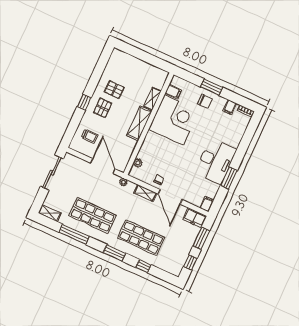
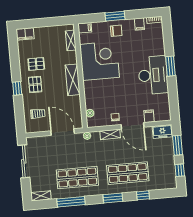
filing cabinet: (120, 56) -> (25, 34), added
filing cabinet: (173, 92) -> (85, 28), moved
shelving: (152, 99) -> (71, 40), moved
window: (229, 178) -> (170, 66), moved
filing cabinet: (207, 204) -> (149, 116), moved

